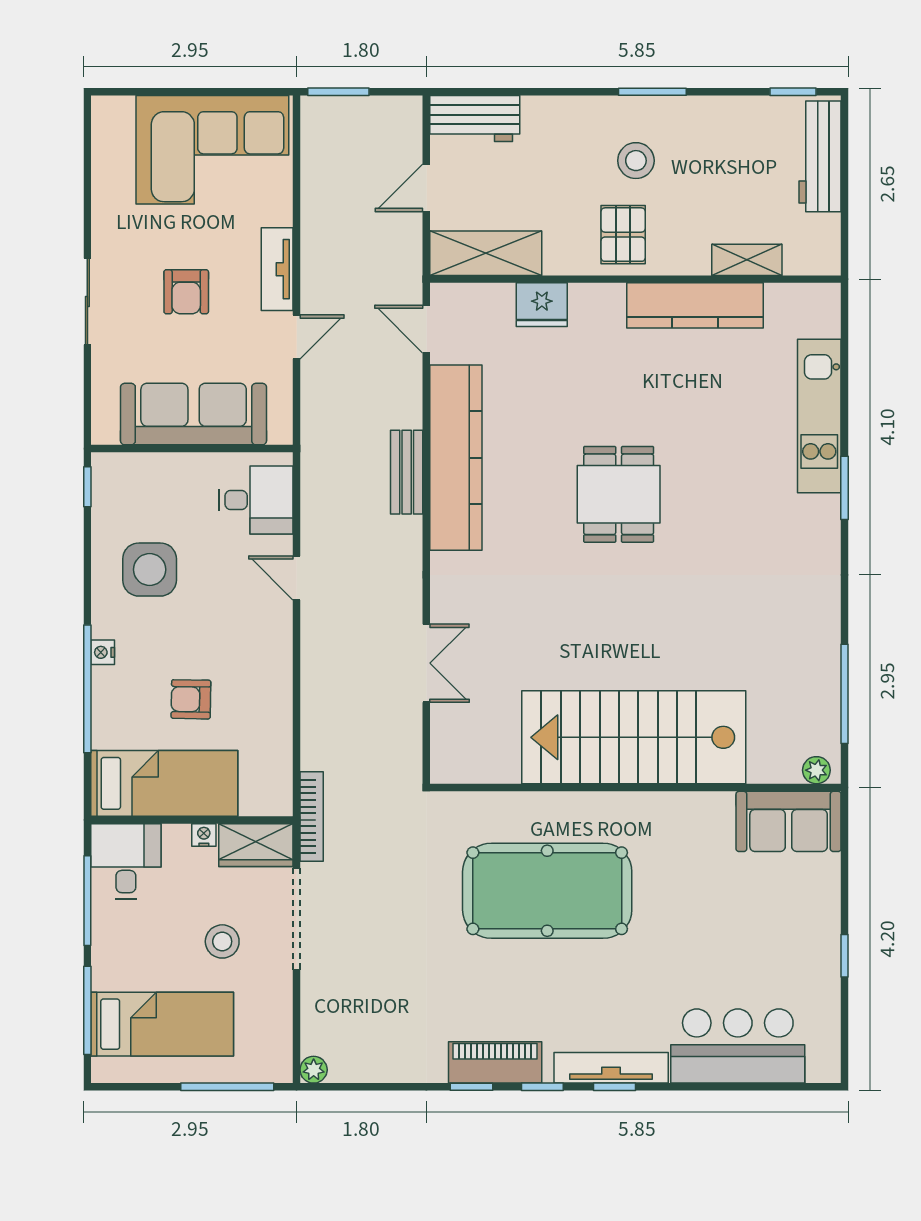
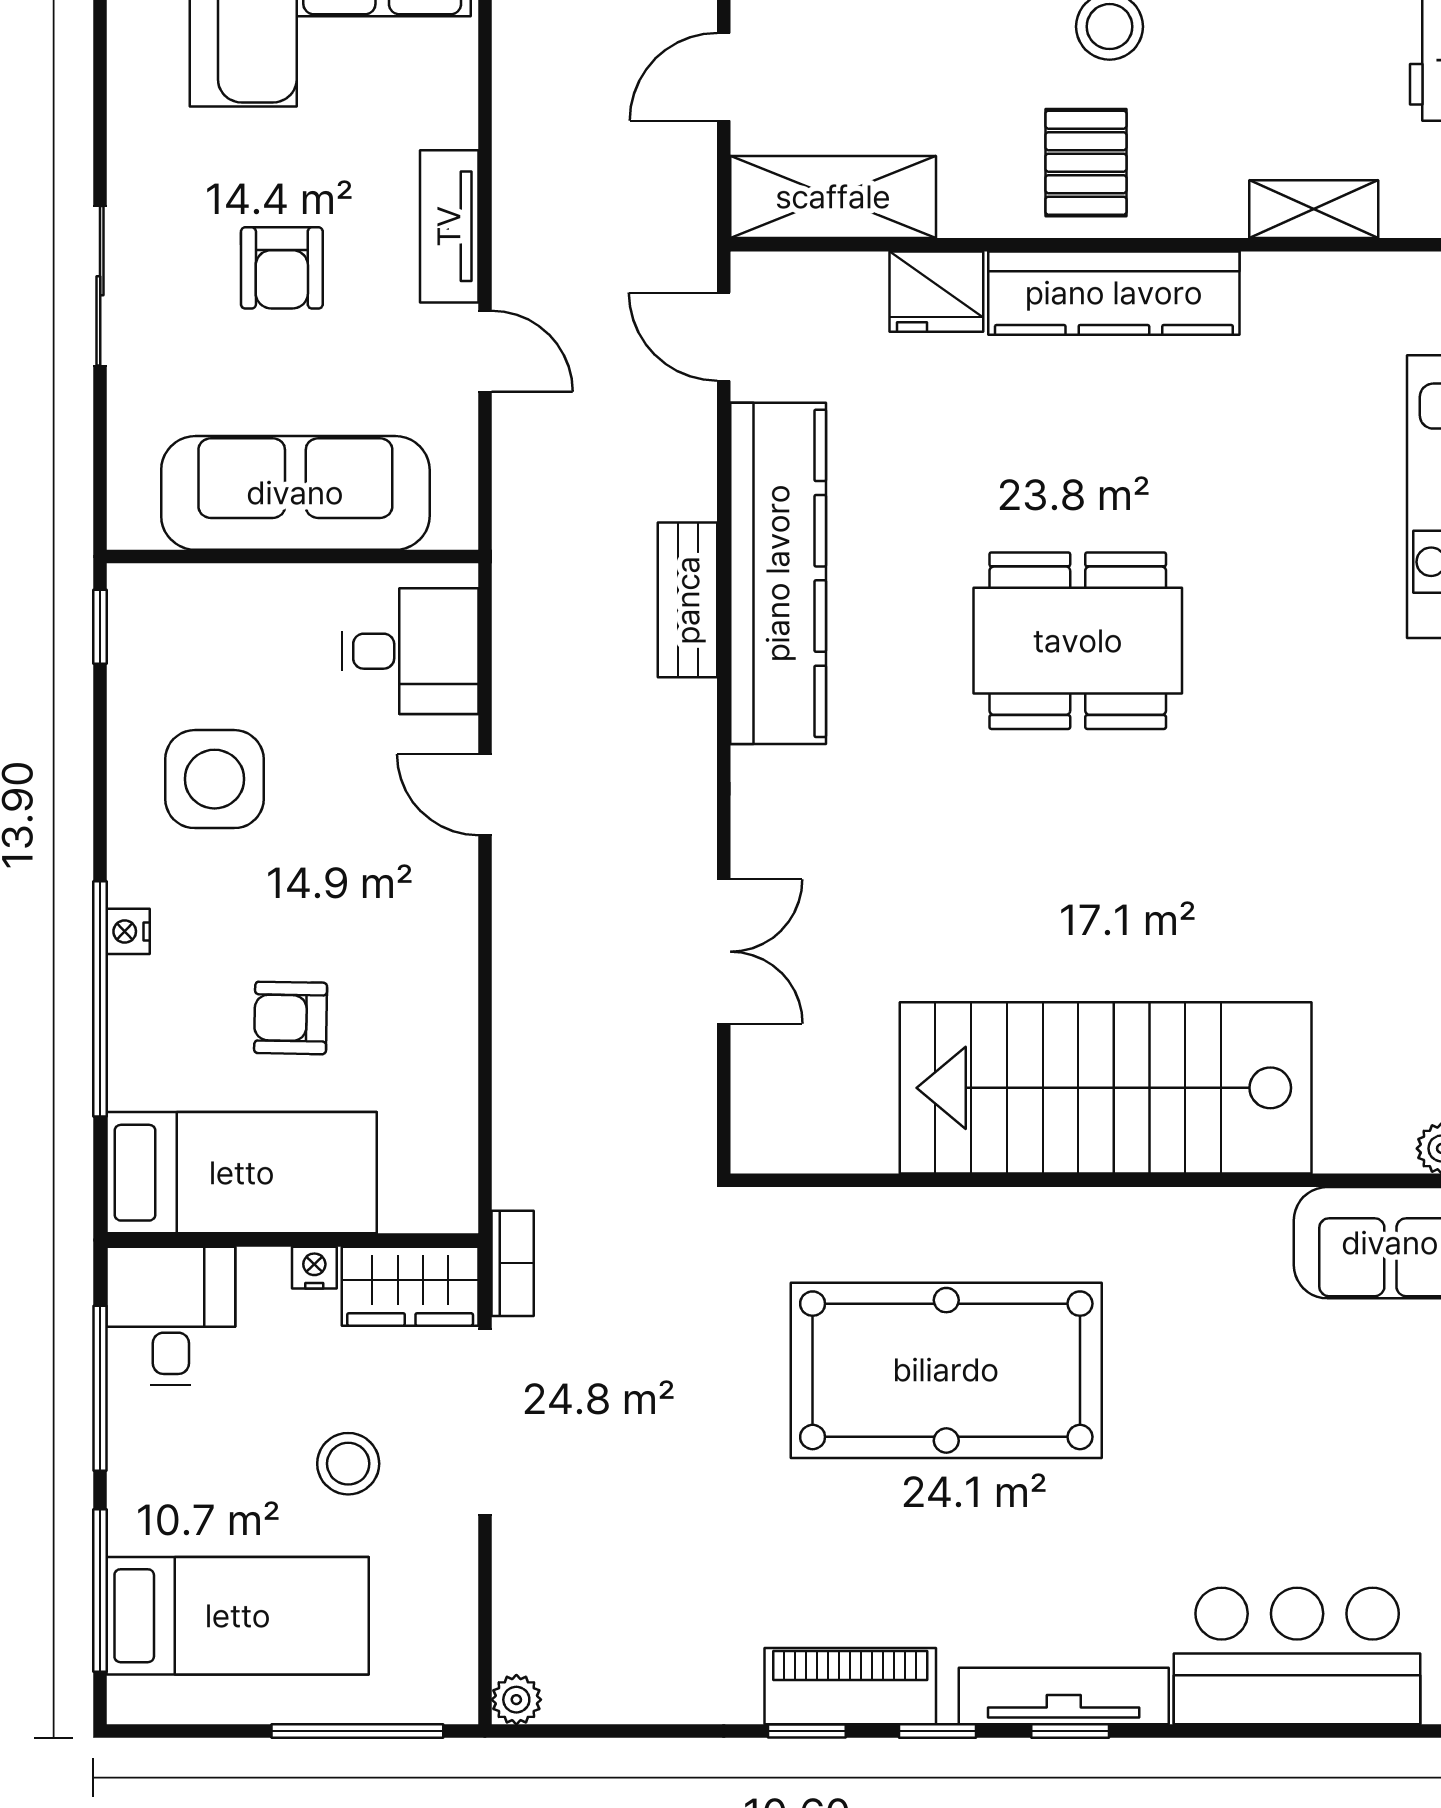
kitchen counter: (695, 305) -> (1114, 293), moved
door: (297, 337) -> (485, 351), hinge flipped
dining table: (619, 494) -> (1078, 641), width x1.38
bookcase: (312, 817) -> (513, 1263), width x0.64

